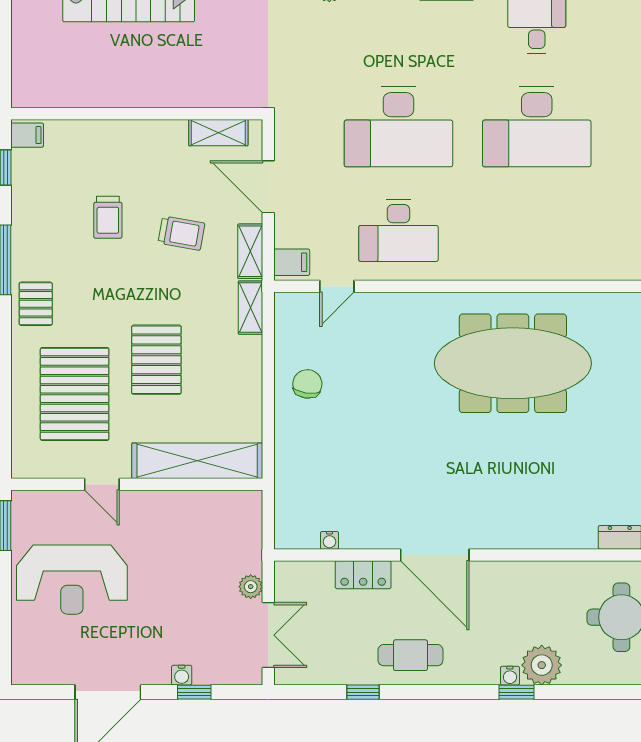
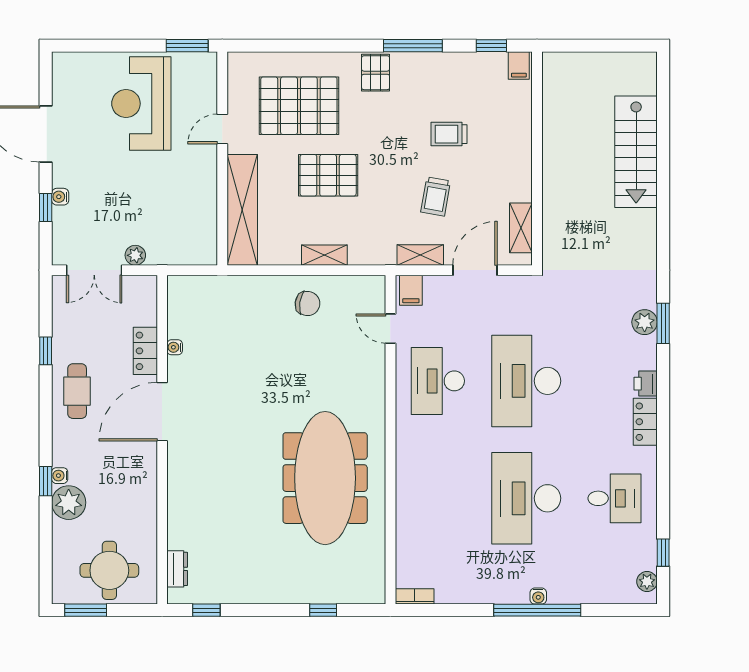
pallet: (36, 304) -> (376, 73), turned 90
shelving: (251, 308) -> (324, 255), moved
water cooler: (329, 540) -> (175, 347), moved

